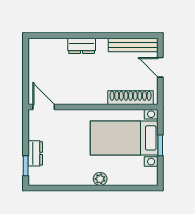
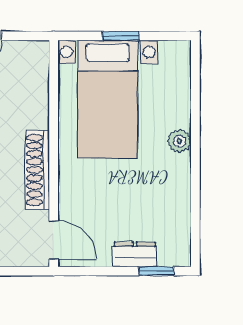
shoe rack: (131, 98) -> (37, 170), moved
door: (44, 107) -> (54, 240), swing flipped

